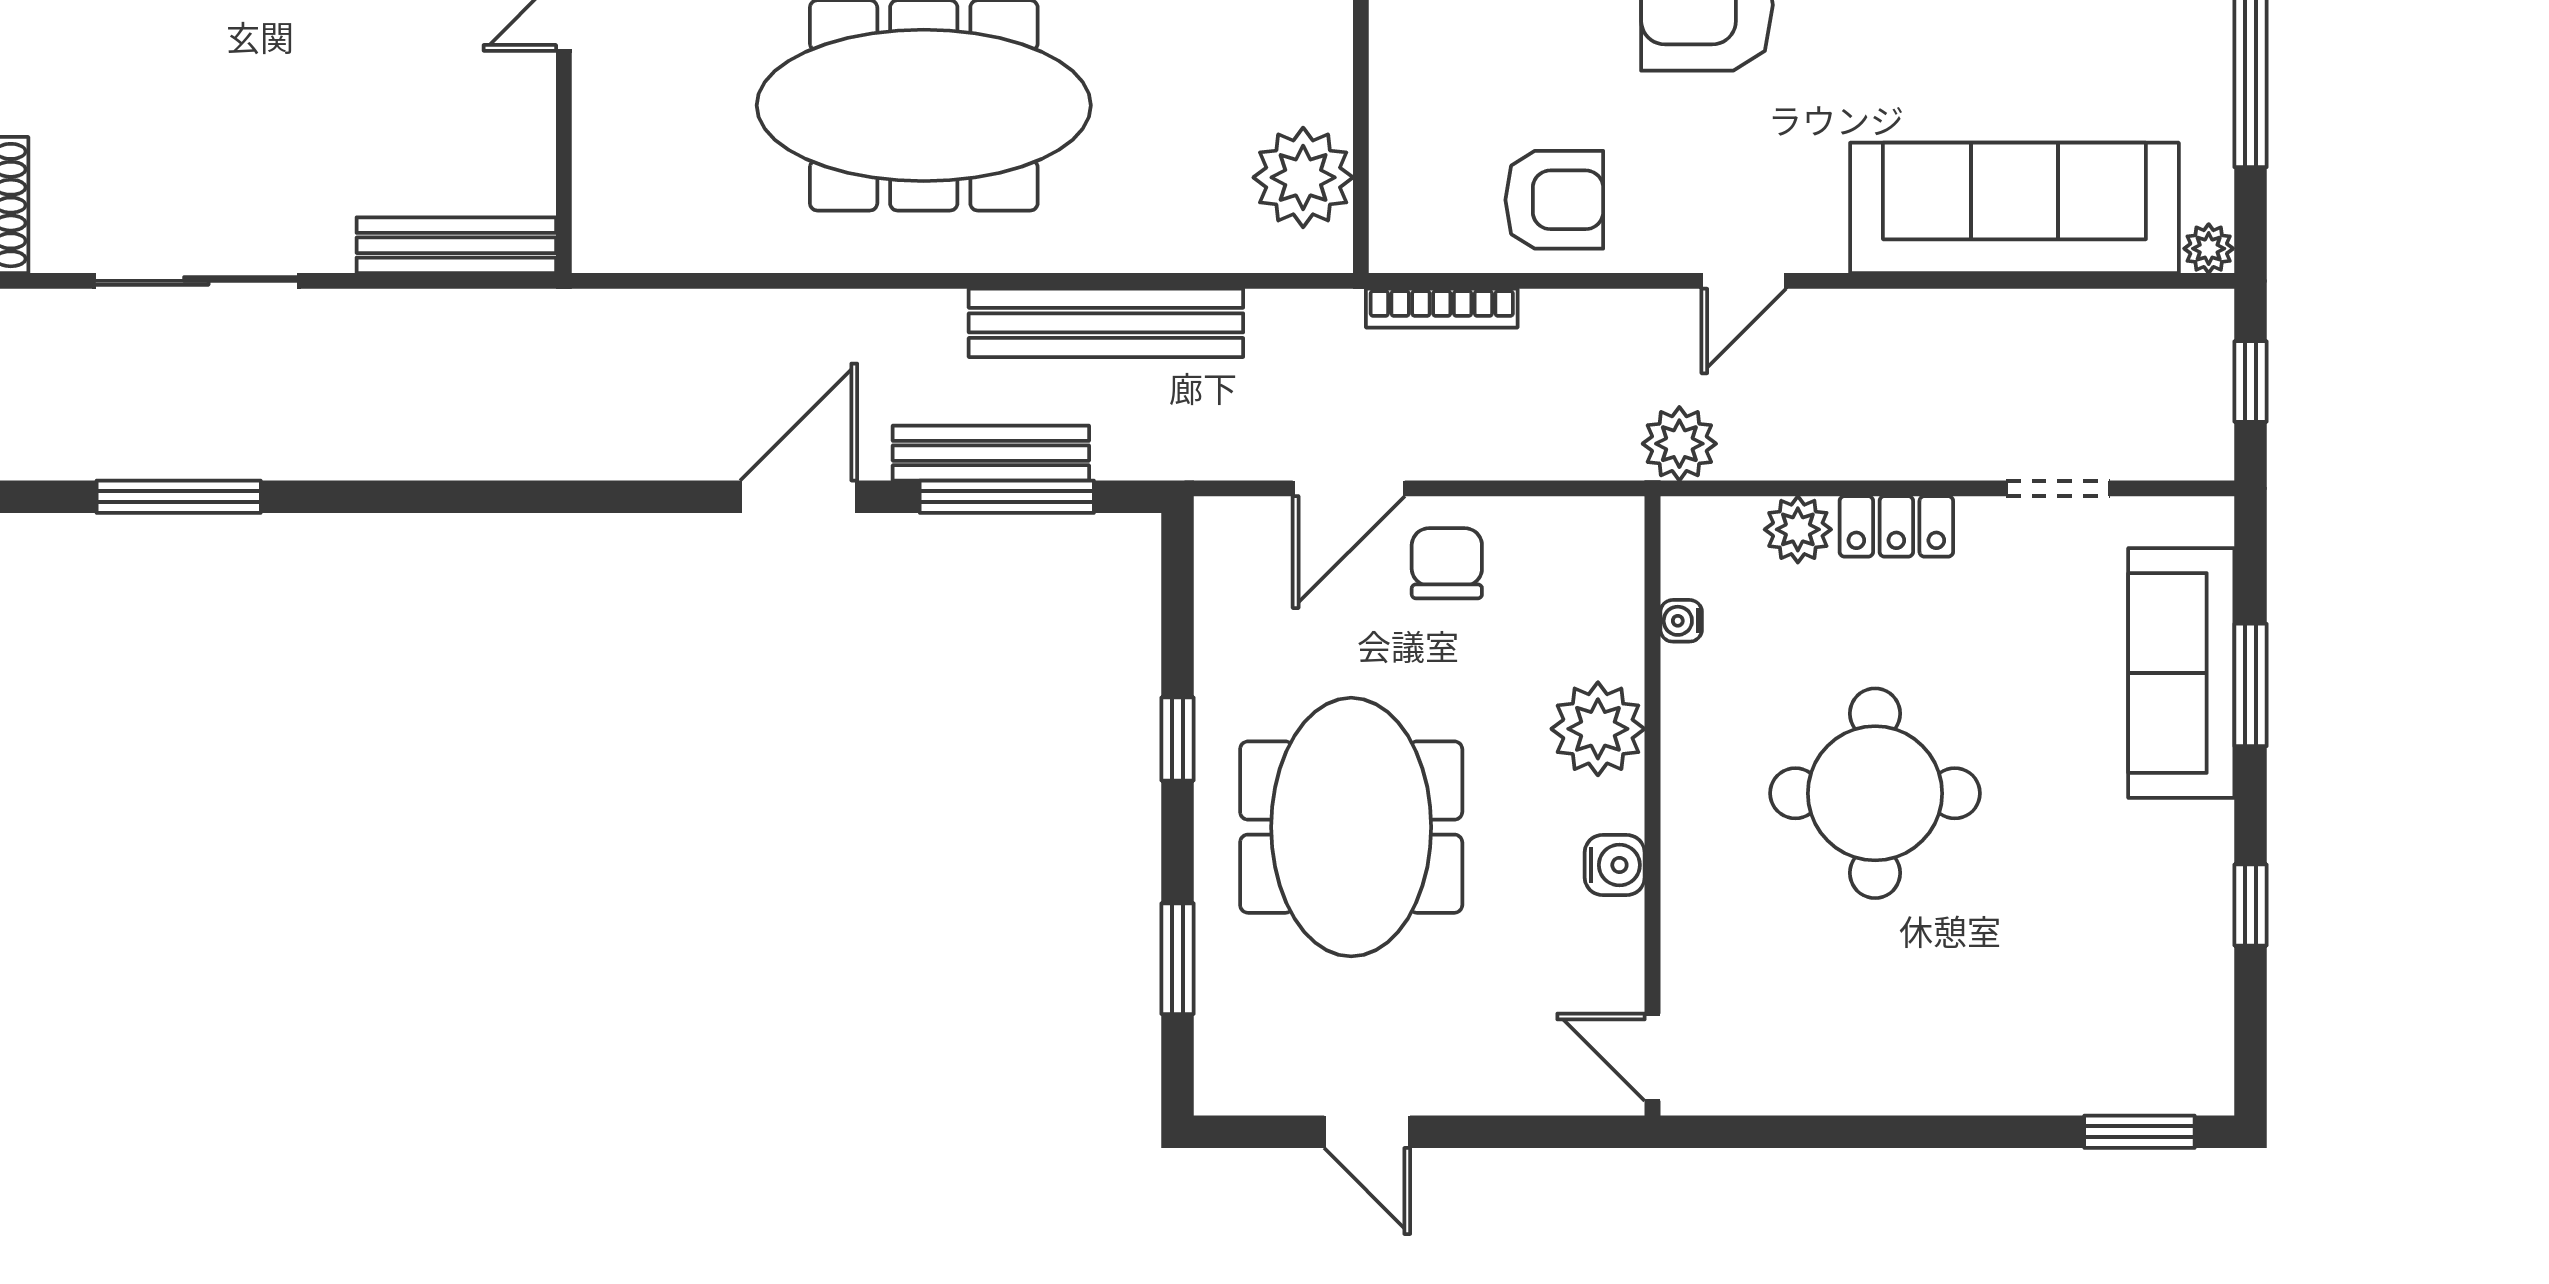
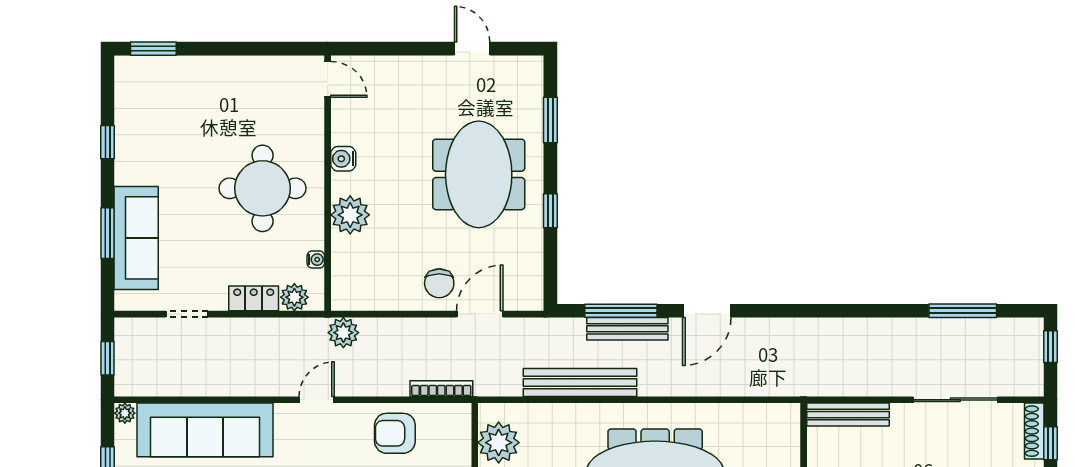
water cooler: (1681, 621) -> (316, 260), moved
plant: (1598, 729) -> (350, 215), moved
wall: (1652, 806) -> (328, 183), moved
water cooler: (1615, 865) -> (343, 159), moved
door: (1652, 1057) -> (328, 79), moved

